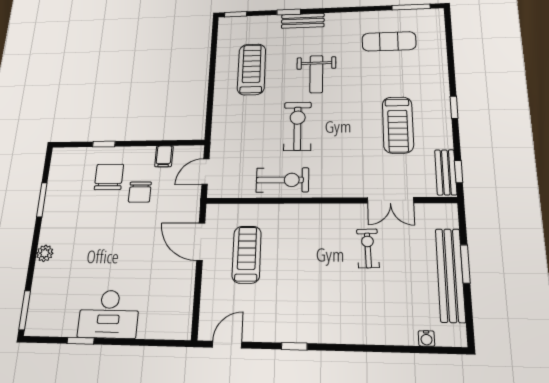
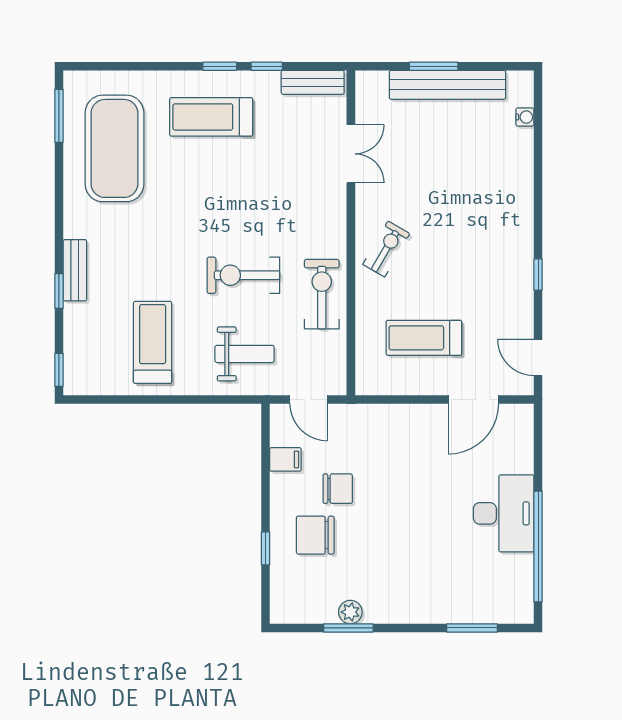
exercise mat: (389, 41) -> (114, 148), width x2.00, depth x1.45
treadmill: (252, 69) -> (153, 342), turned 90
weight bench: (316, 74) -> (245, 354), moved
treadmill: (398, 125) -> (211, 117), moved, turned 180
window: (459, 172) -> (267, 66), moved
door: (201, 242) -> (473, 399), moved
exercise bike: (368, 248) -> (386, 249), moved, turned 122
plant: (45, 253) -> (350, 612), moved
window: (25, 310) -> (472, 628), moved
window: (81, 341) -> (538, 547), width x3.17

